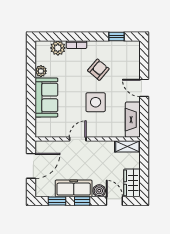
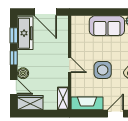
door: (78, 139) -> (70, 65), moved
freezer: (74, 188) -> (25, 33), moved
door: (114, 201) -> (14, 87), hinge flipped

